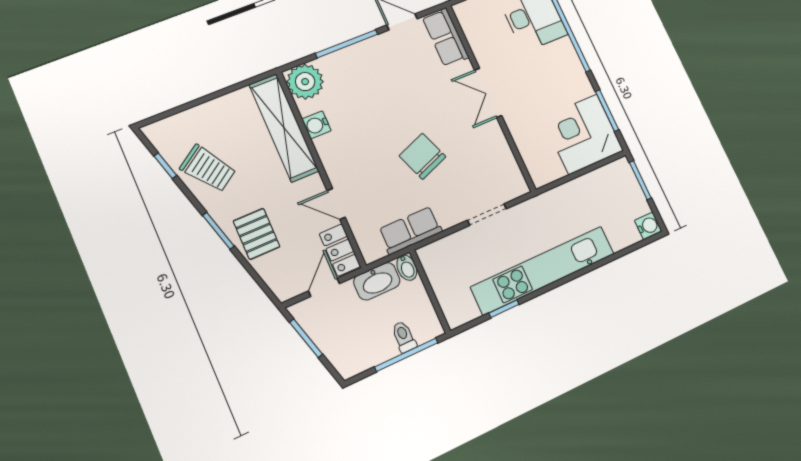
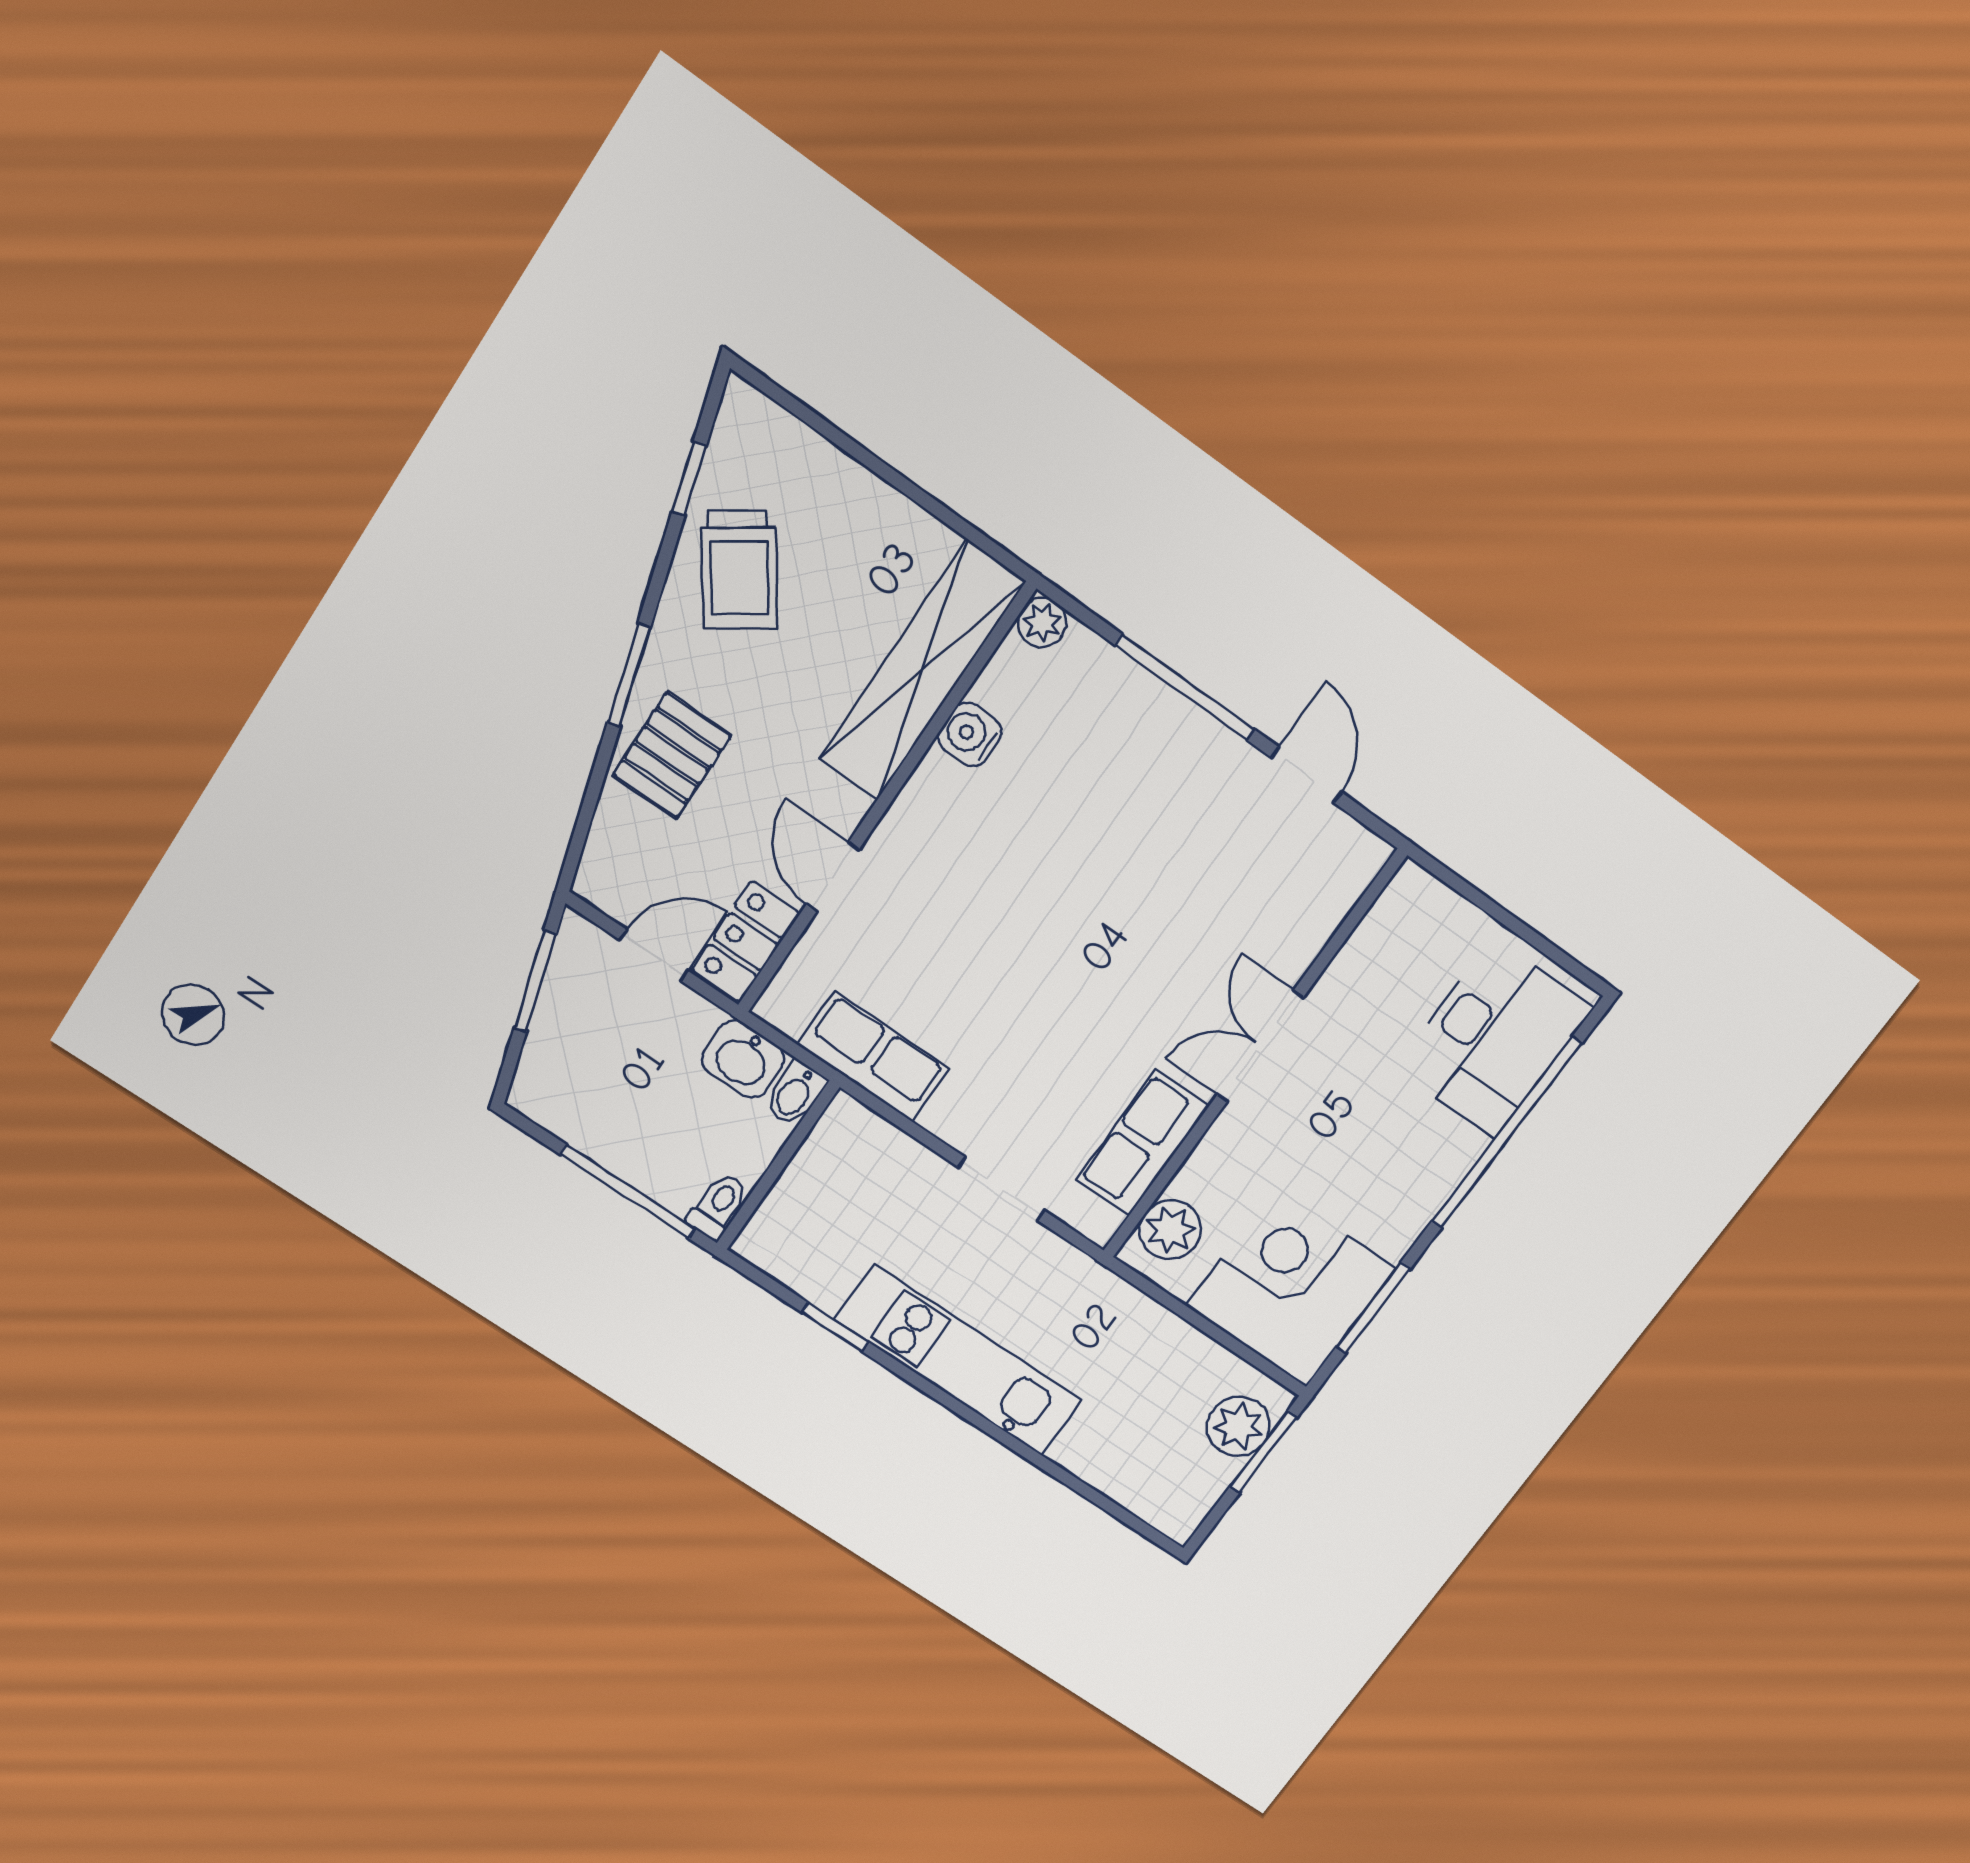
row of seats: (445, 37) -> (1142, 1143), moved
plant: (305, 82) -> (1042, 622), width x0.53, depth x0.53
chair: (423, 156) -> (1040, 991), removed
plant: (537, 164) -> (1170, 1230), added
plant: (625, 184) -> (1238, 1426), added
water cooler: (648, 226) -> (1178, 1516), removed
kitchen unit: (543, 270) -> (958, 1360), width x0.73
washbasin: (377, 281) -> (743, 1059), width x0.72
toilet: (404, 337) -> (718, 1206), moved

